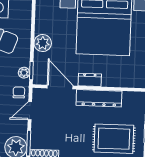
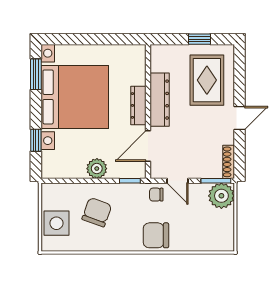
plant: (24, 73) -> (133, 189), removed
dresser: (90, 80) -> (138, 105), width x1.44

